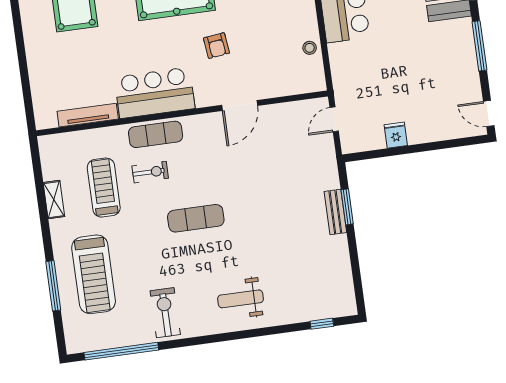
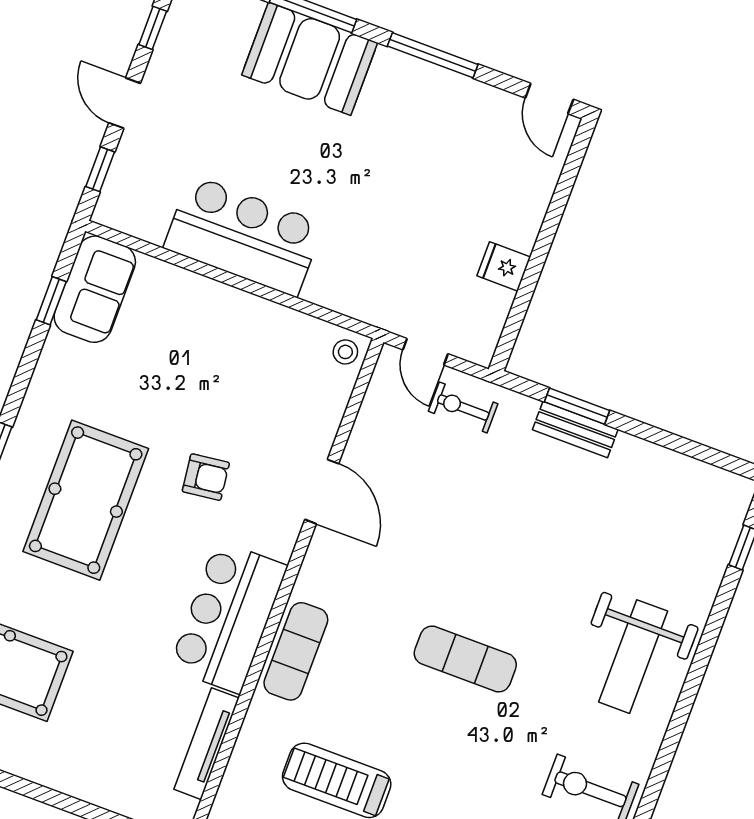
stool: (310, 48) -> (345, 352), moved
door: (489, 114) -> (549, 99), hinge flipped
exercise bike: (150, 172) -> (463, 408), moved, turned -90
exercise mat: (196, 218) -> (465, 659), turned 90
weight bench: (240, 299) -> (633, 657), width x1.36, depth x1.33

